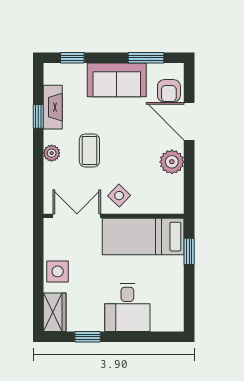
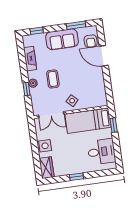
window: (38, 116) -> (26, 89), moved
plant: (172, 162) -> (98, 79), removed
double door: (77, 216) -> (51, 115), swing flipped
desk: (127, 307) -> (101, 152), moved, turned -90
window: (88, 337) -> (76, 177), moved

